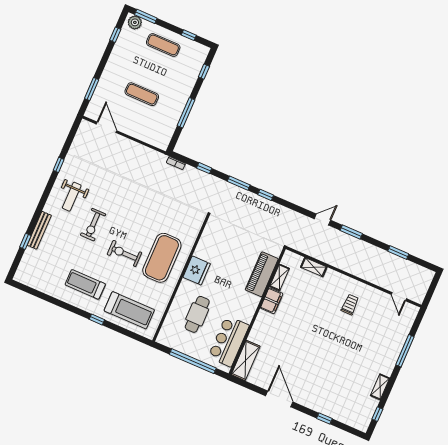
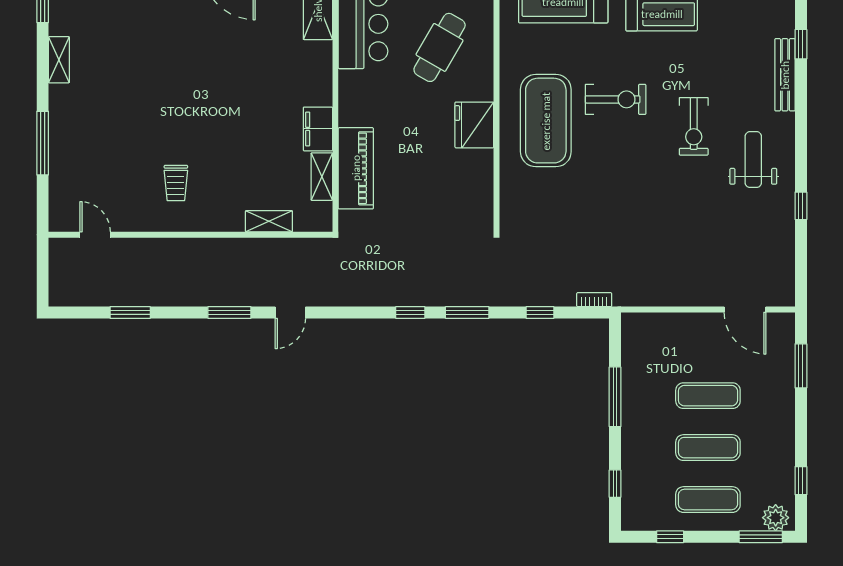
exercise mat: (152, 70) -> (708, 448), added
exercise bike: (93, 225) -> (694, 126), turned 180
cafe table: (197, 314) -> (440, 47), turned 30

